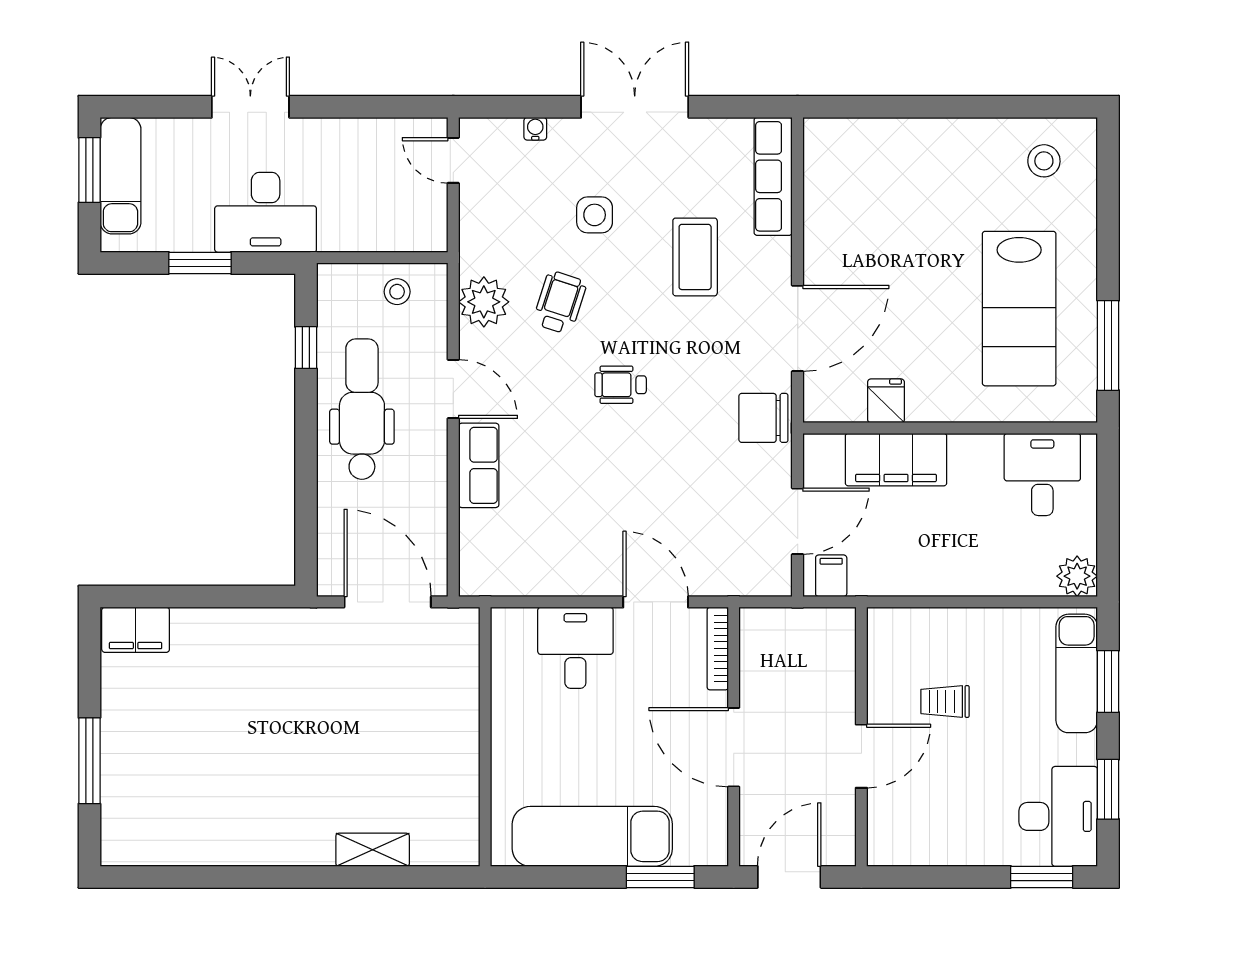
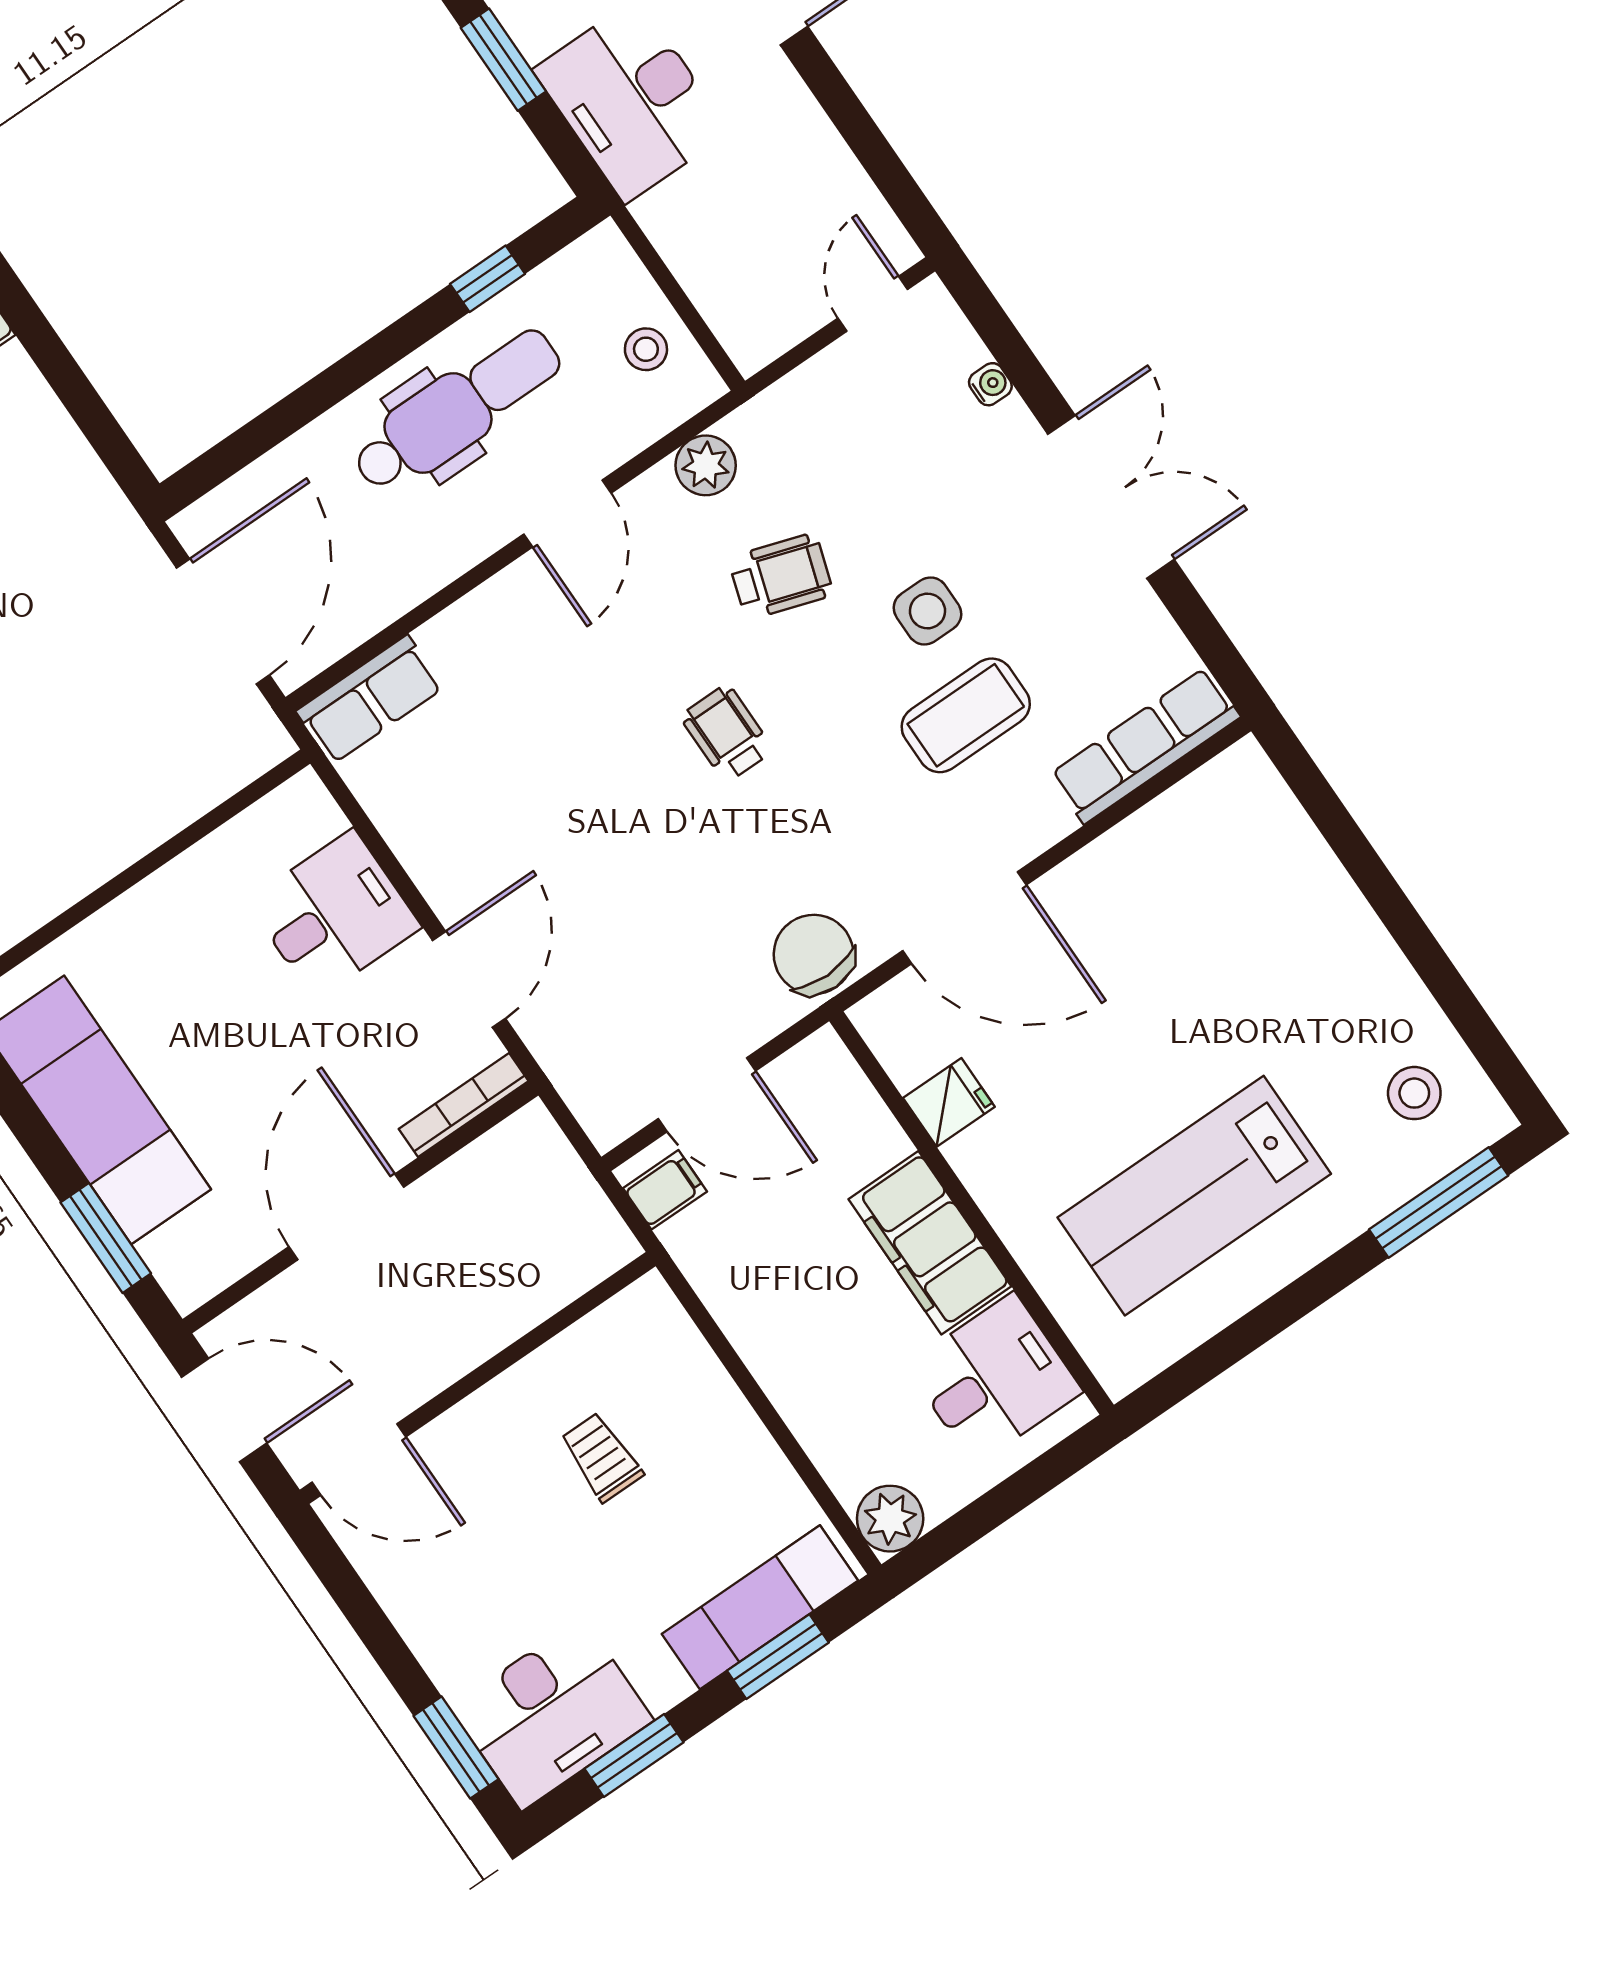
side table: (595, 215) -> (927, 611), moved
plant: (484, 302) -> (706, 465), width x0.73, depth x0.73
window: (1108, 345) -> (1439, 1203), moved
filing cabinet: (896, 460) -> (930, 1243), moved
row of seats: (479, 465) -> (370, 699), moved
door: (861, 756) -> (359, 1460), moved

